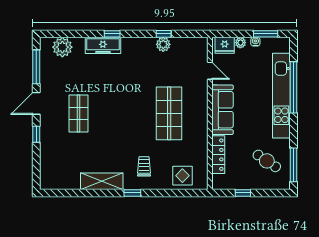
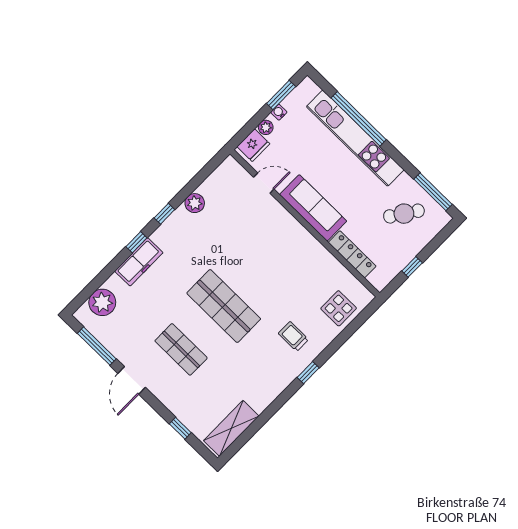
window: (164, 34) -> (164, 214), moved
shop shelf: (169, 113) -> (224, 306), moved
window: (36, 134) -> (180, 428), moved
shelving: (102, 181) -> (231, 428), moved

